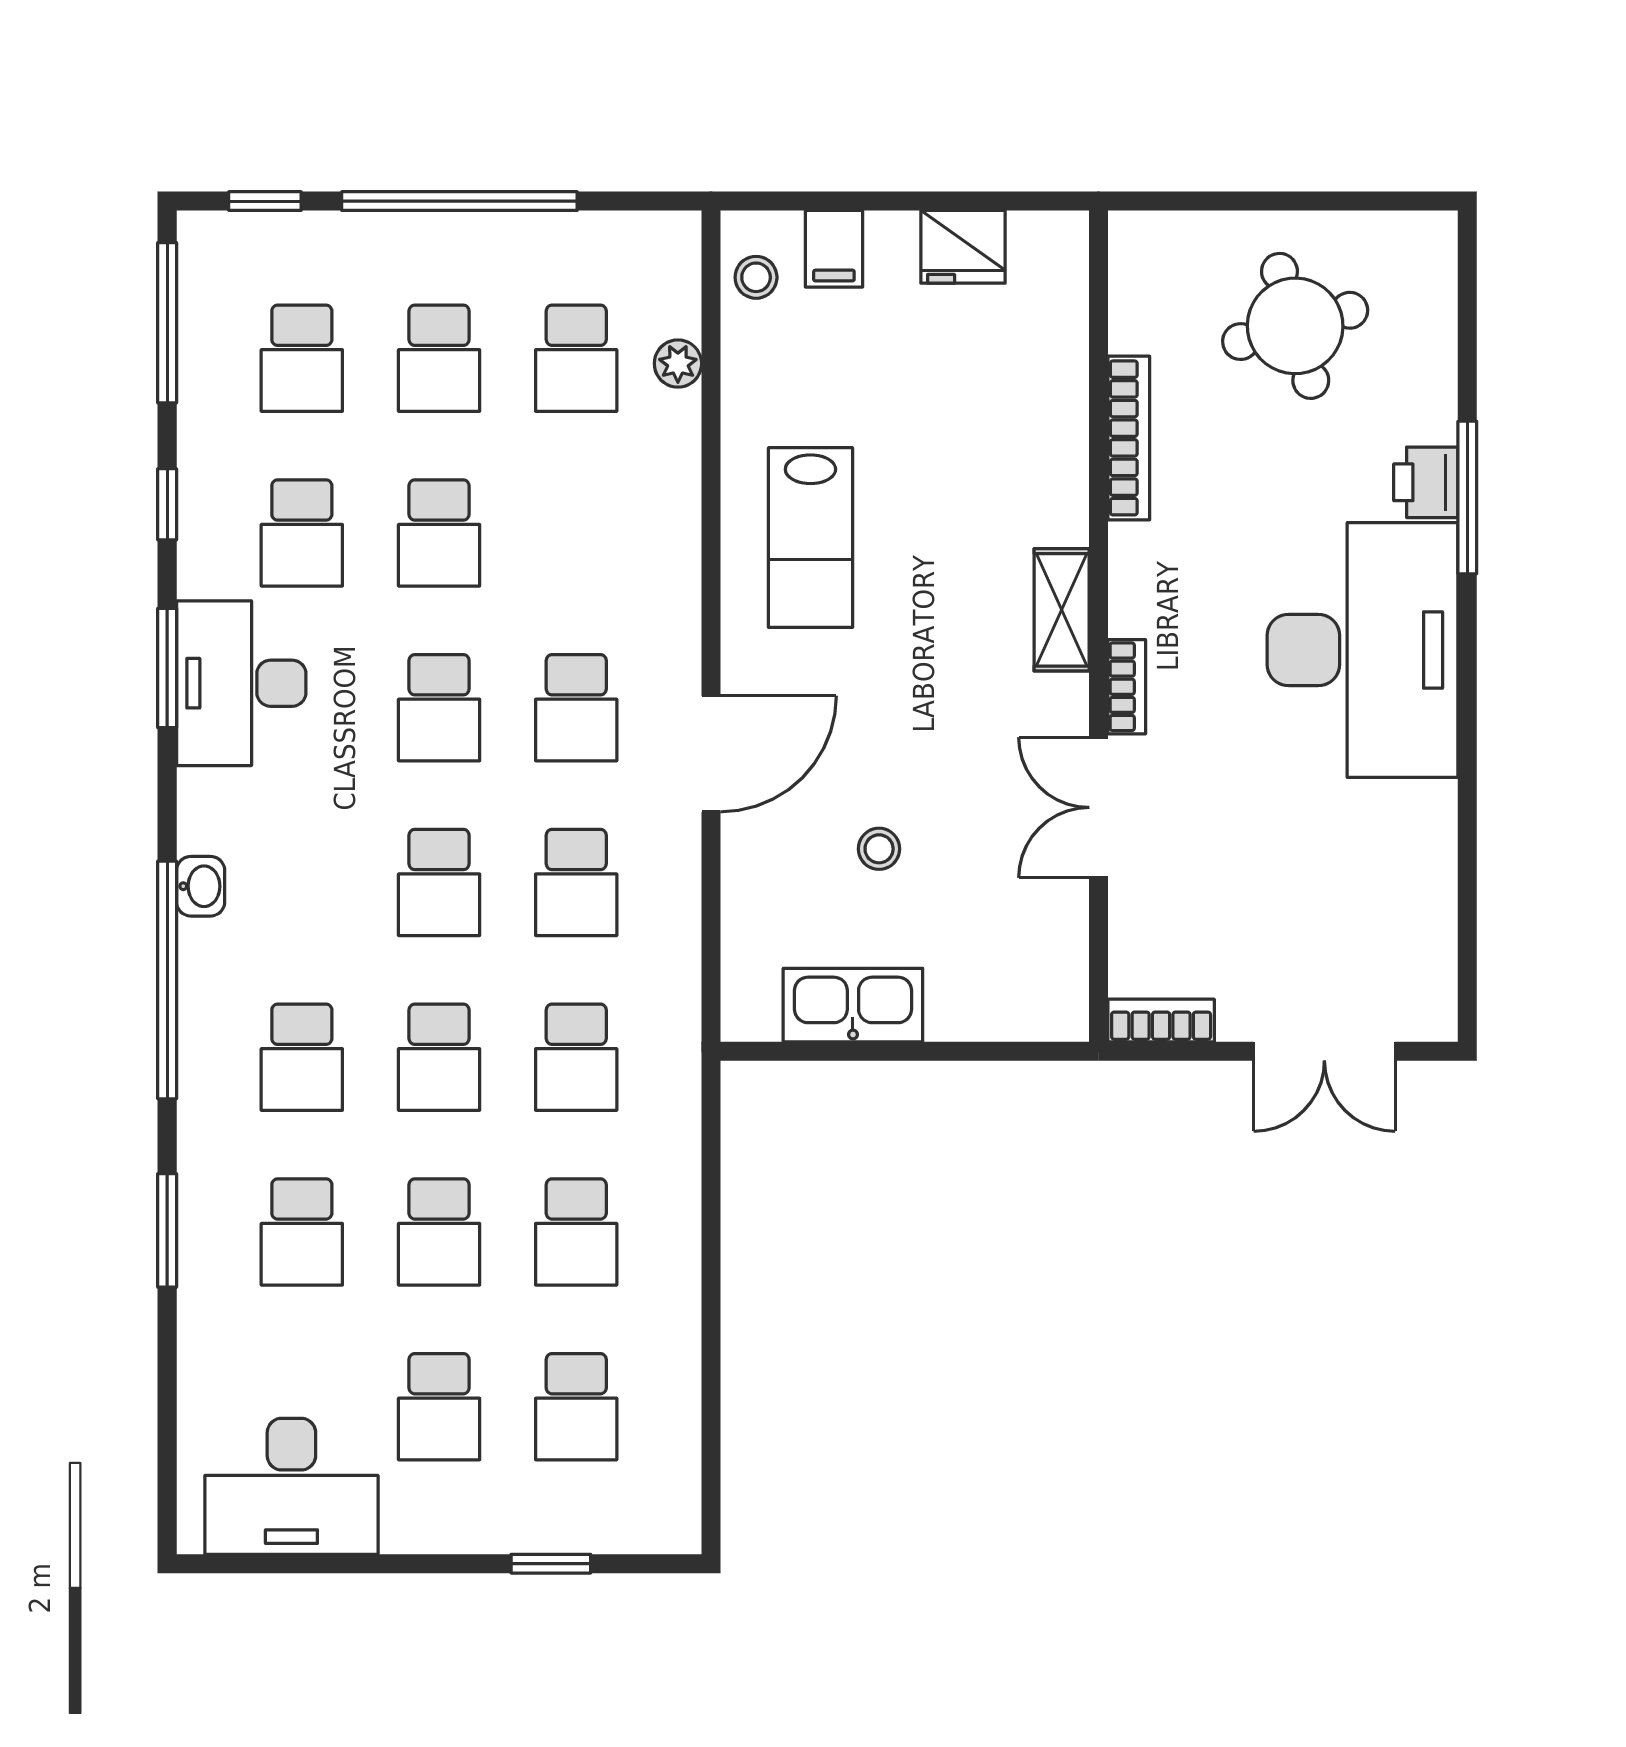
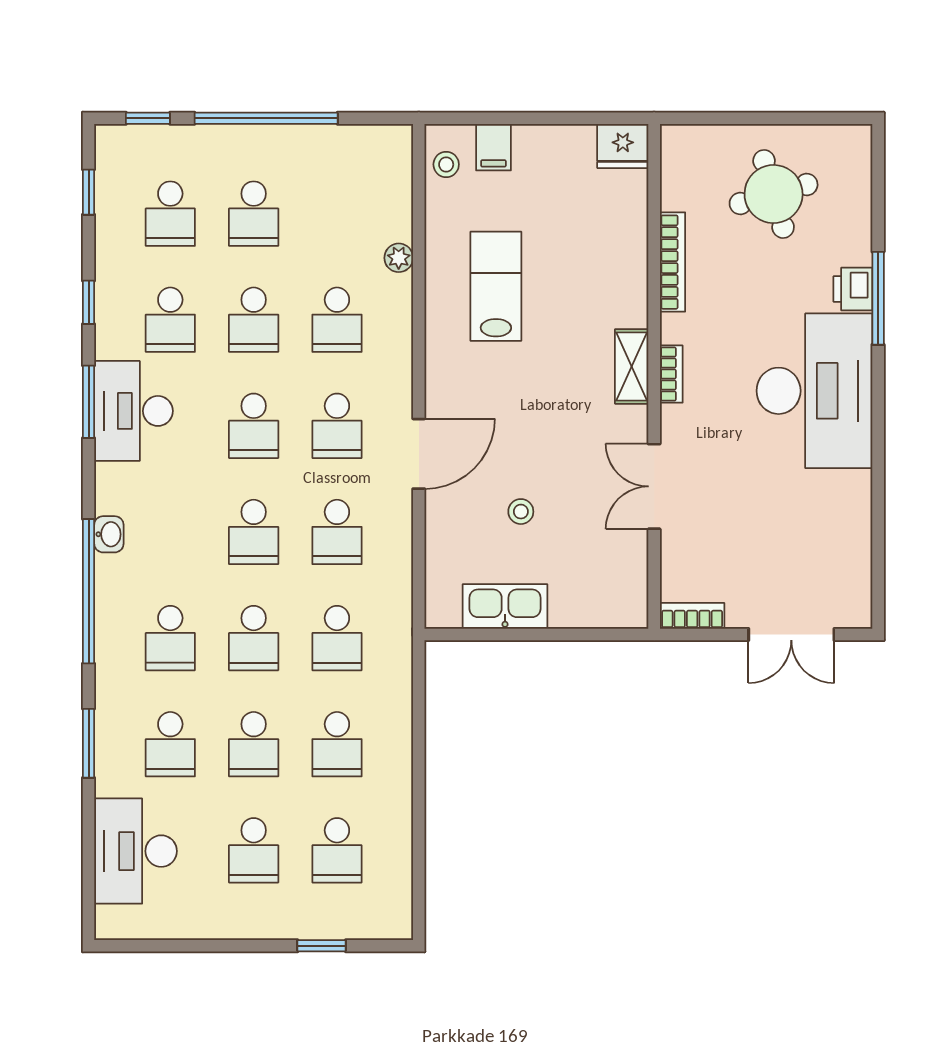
fridge: (963, 247) -> (623, 146), moved
window: (167, 323) -> (89, 192), width x0.46
school desk: (576, 358) -> (337, 320), moved
plant: (678, 364) -> (399, 258), moved
lab bench: (810, 538) -> (496, 286), moved, turned 180
bookcase: (1127, 687) -> (671, 374), moved
desk: (291, 1486) -> (136, 851), moved, turned 90

